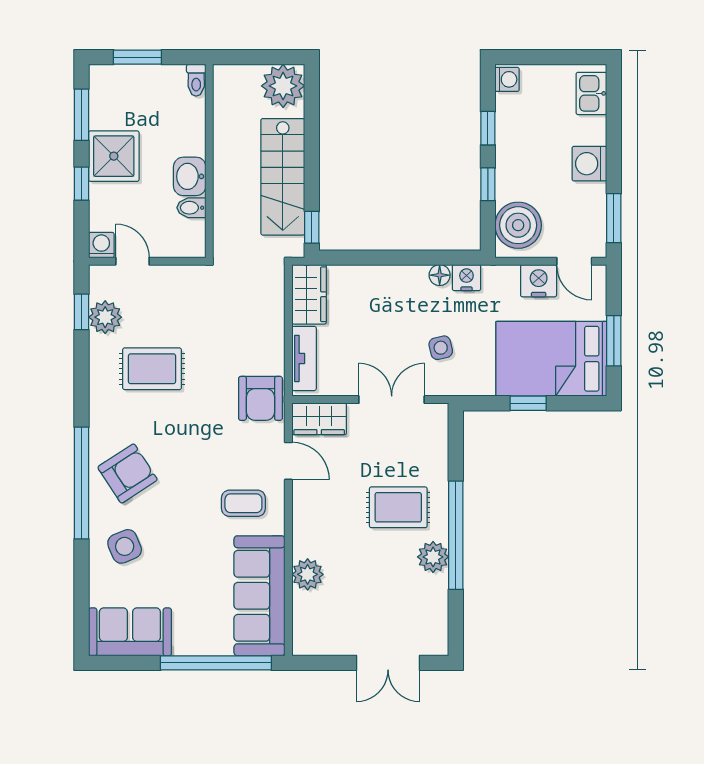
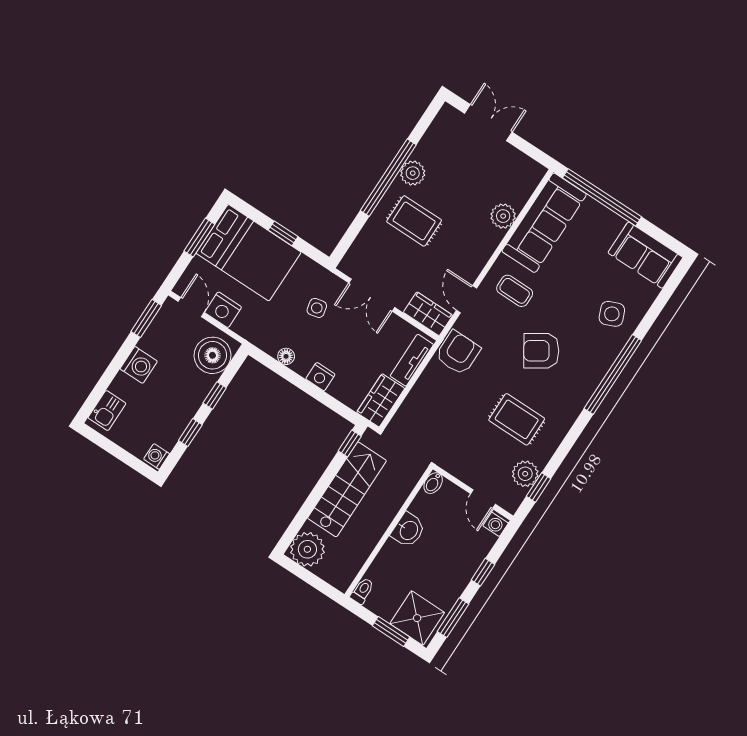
shower: (114, 156) -> (417, 618), moved
bidet: (191, 208) -> (433, 483), moved, turned 90
nightstand: (466, 278) -> (320, 377), moved
armchair: (128, 473) -> (541, 351), moved

